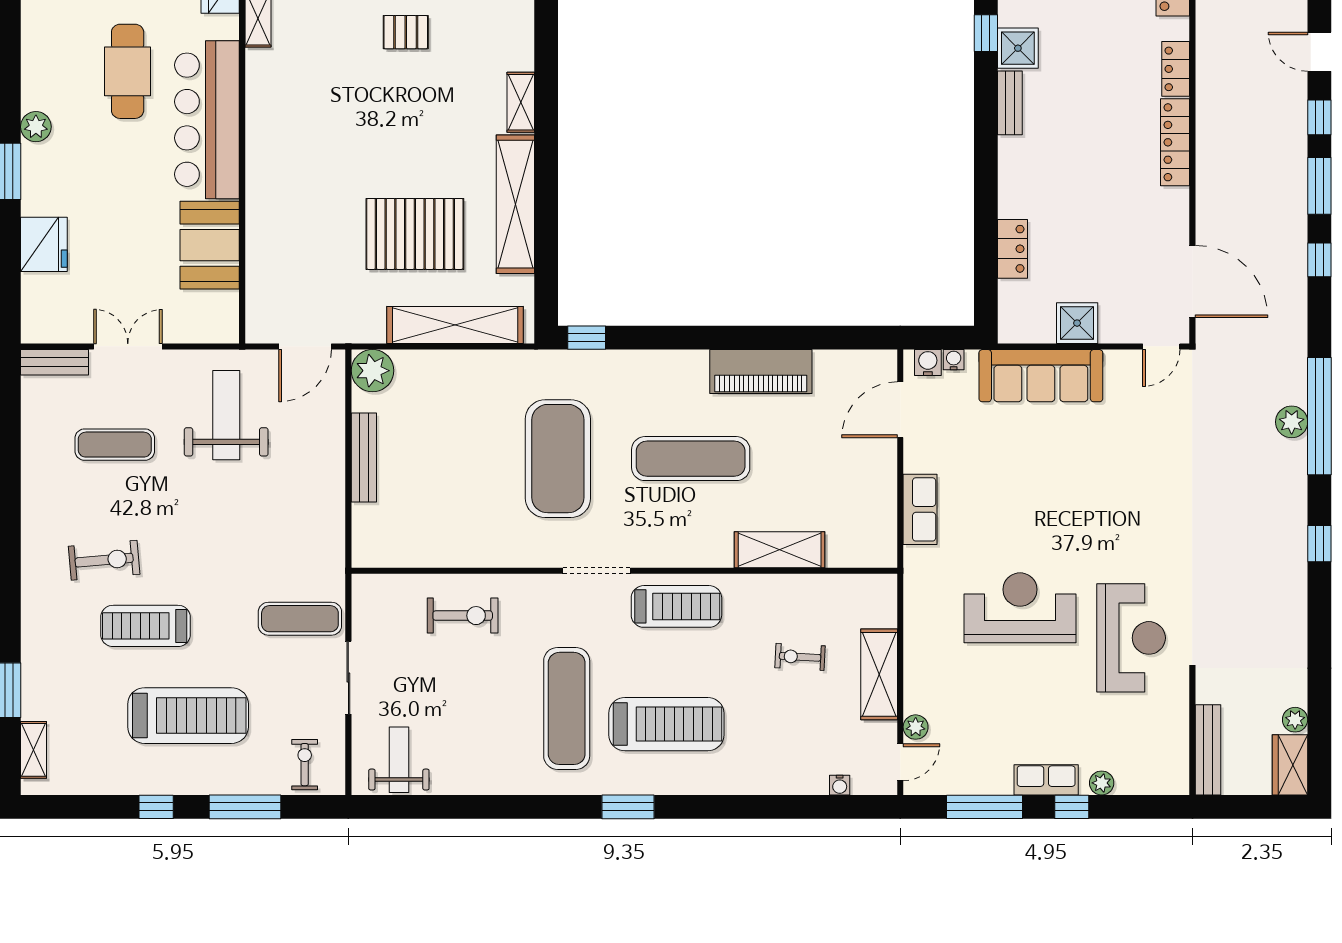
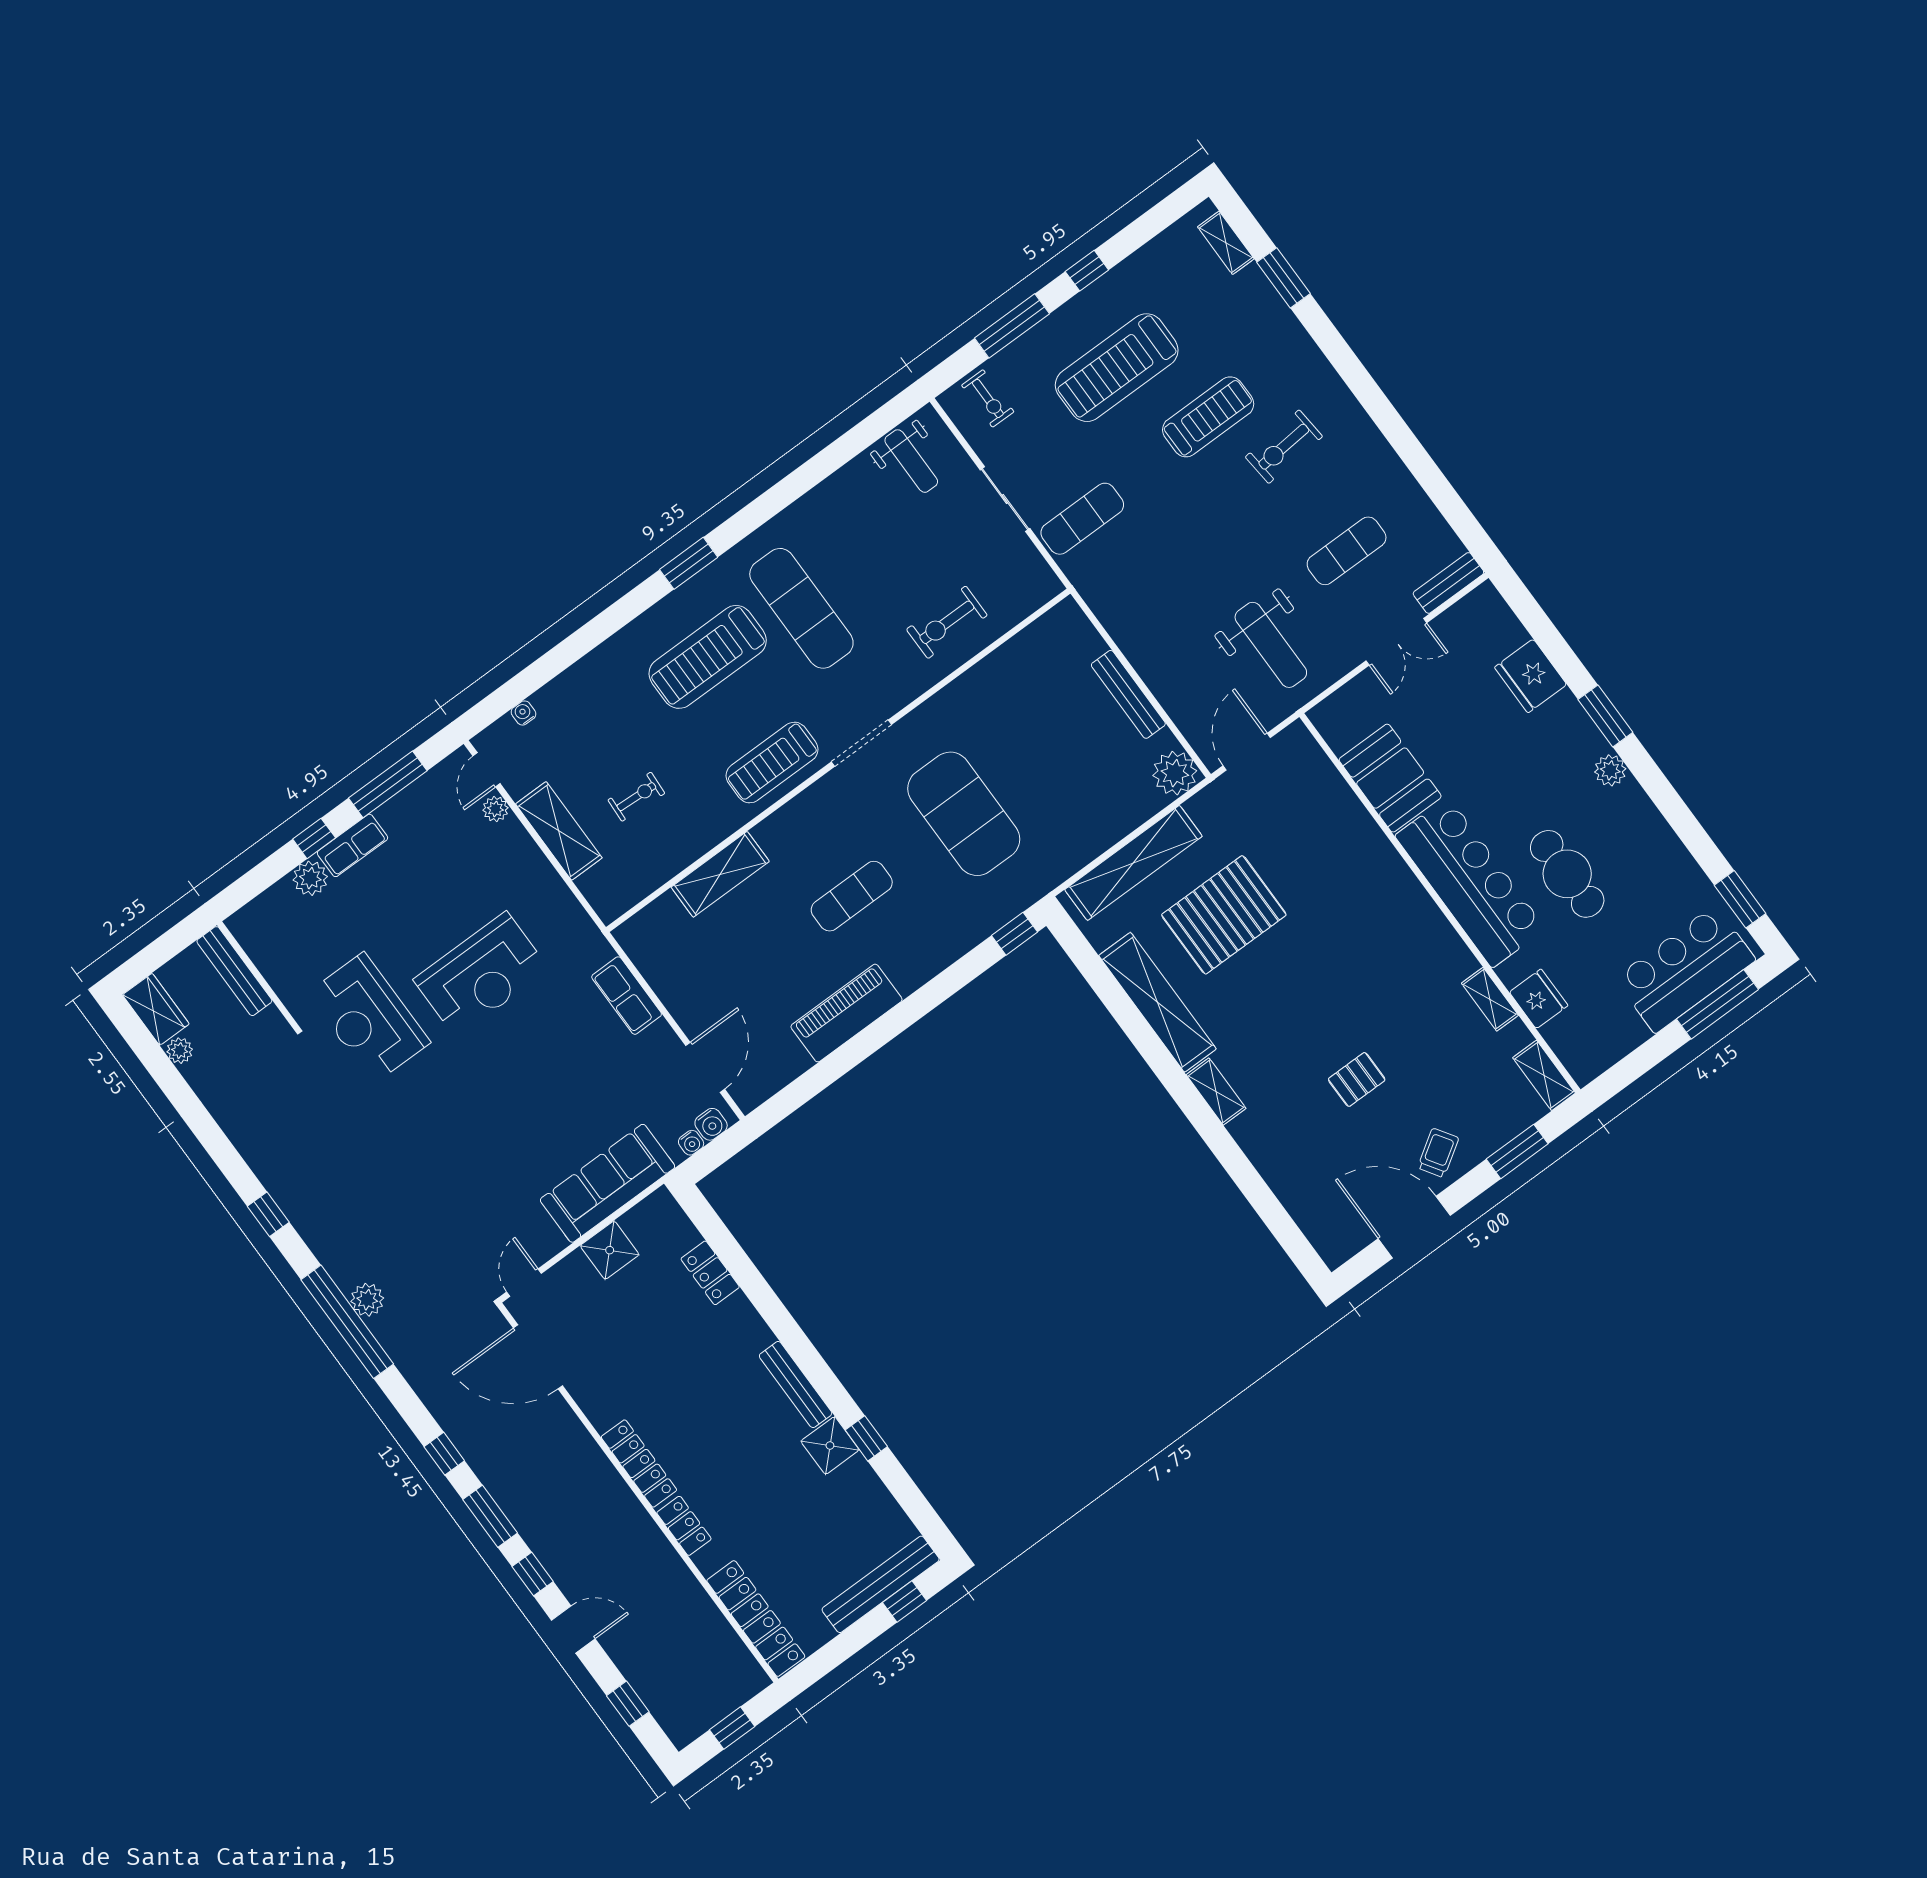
bench: (1010, 103) -> (796, 1385), width x1.36
exercise mat: (691, 459) -> (852, 896), width x0.73, depth x0.69
plant: (1102, 783) -> (310, 878), width x1.38, depth x1.38

